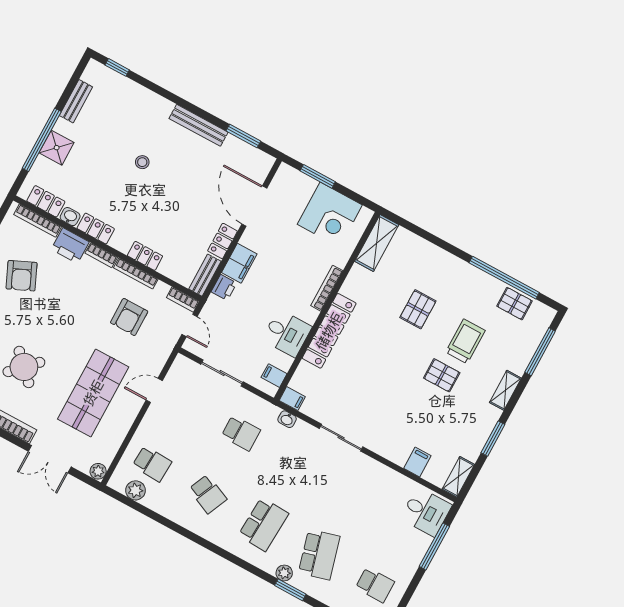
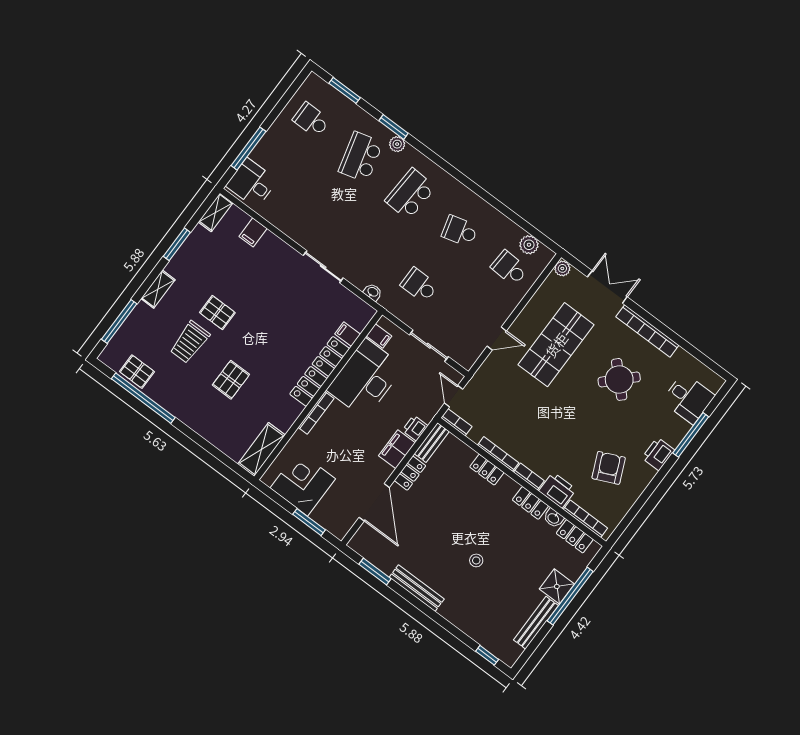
bench: (76, 101) -> (536, 623), width x1.36
armchair: (129, 317) -> (511, 413), removed
desk: (287, 333) -> (365, 379), width x1.87, depth x1.30
filing cabinet: (292, 399) -> (348, 334), moved
school desk: (208, 494) -> (460, 231), turned -39

